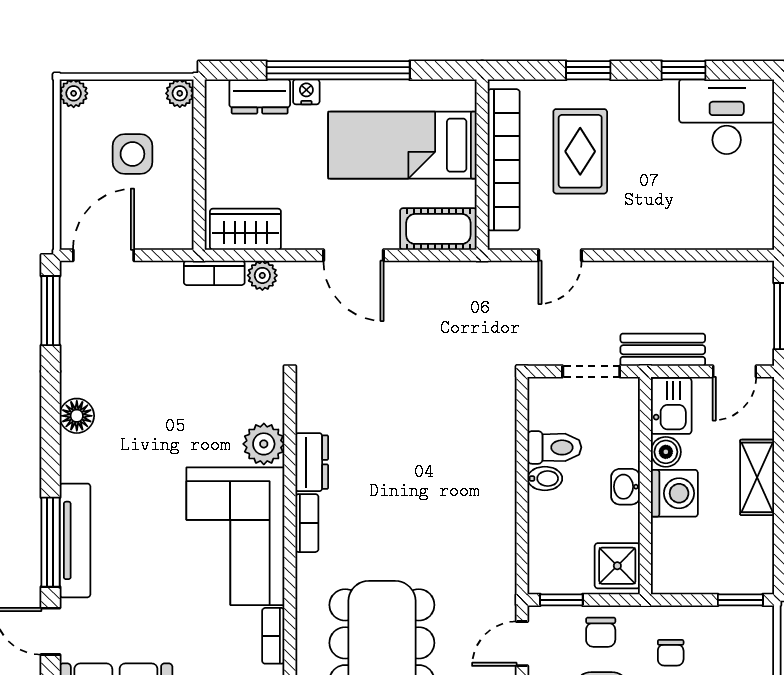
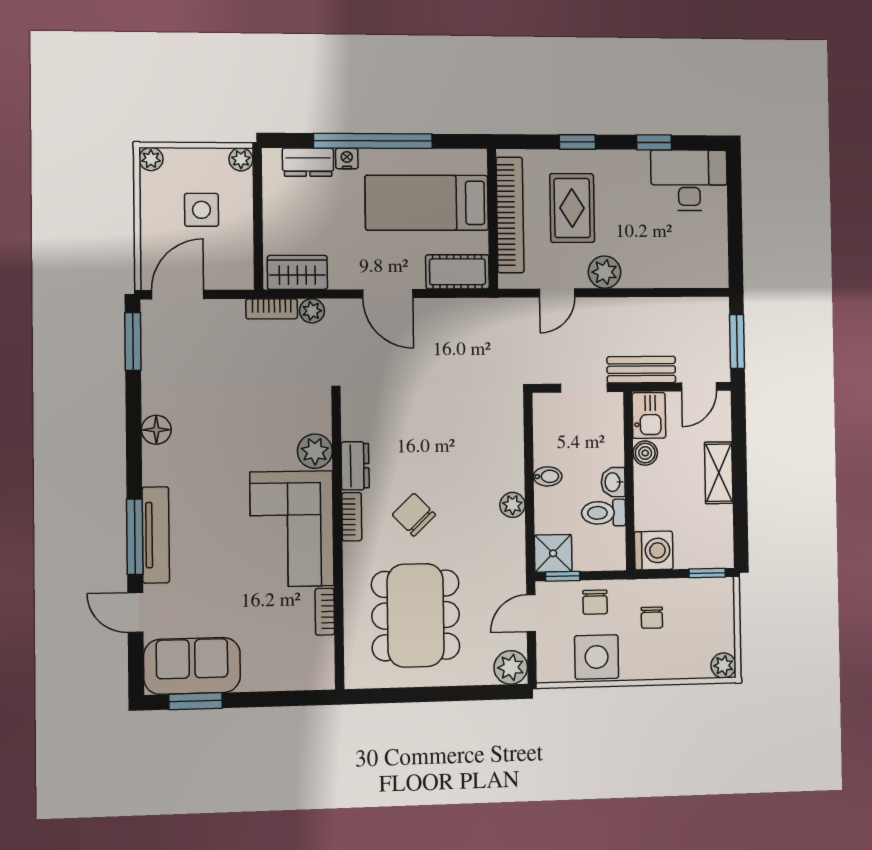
plant: (619, 230) -> (605, 272), added
toilet: (554, 447) -> (604, 513), moved, turned 180
washing machine: (674, 493) -> (654, 550), moved
plant: (501, 512) -> (513, 505), added
chair: (381, 522) -> (414, 515), added
shower: (617, 566) -> (553, 553), moved

